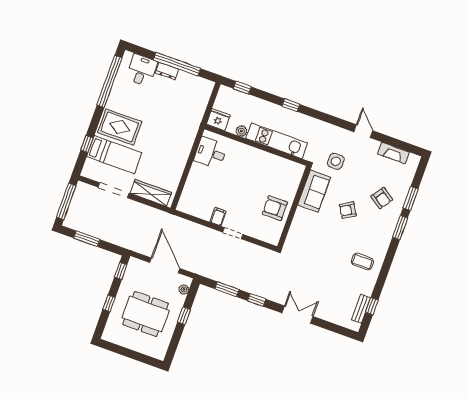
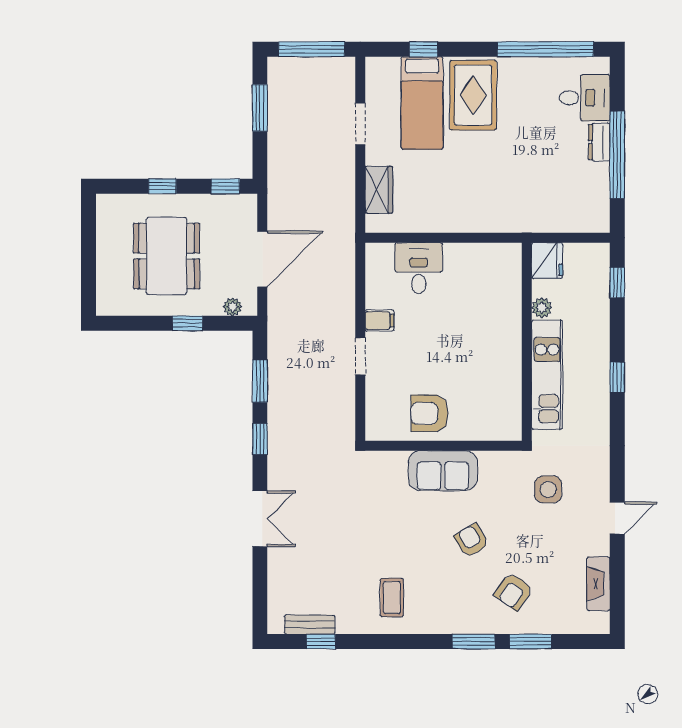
desk: (211, 153) -> (419, 268), moved
doorway: (114, 190) -> (360, 124), width x0.73
sofa: (314, 191) -> (443, 471), moved
wardrobe: (151, 193) -> (379, 190), width x0.67
armchair: (275, 208) -> (430, 413), turned -90

